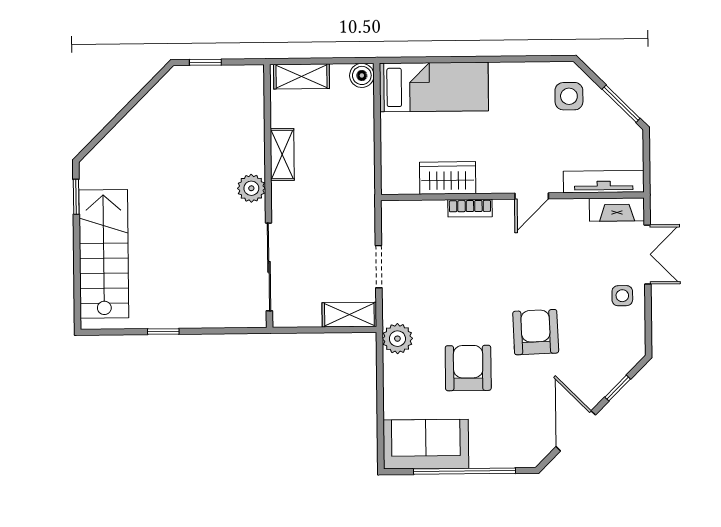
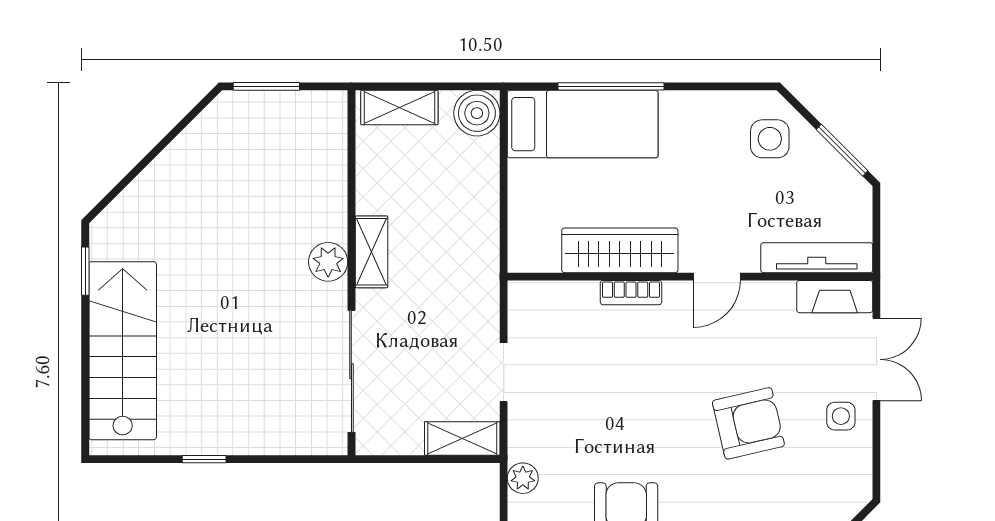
window: (454, 60) -> (611, 86), added
window: (205, 62) -> (266, 86), width x1.50
boiler: (362, 75) -> (477, 113), width x1.36, depth x1.36
shelving: (282, 154) -> (371, 252), moved
wardrobe: (448, 178) -> (620, 250), width x1.50
armchair: (536, 332) -> (748, 423), moved, turned 79
plant: (397, 339) -> (523, 478), width x0.73, depth x0.73

